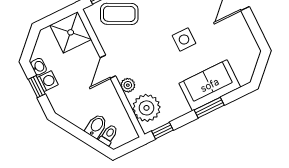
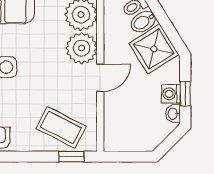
shower: (71, 32) -> (154, 49), moved, turned -32
plant: (128, 85) -> (82, 48), width x1.88, depth x1.88

